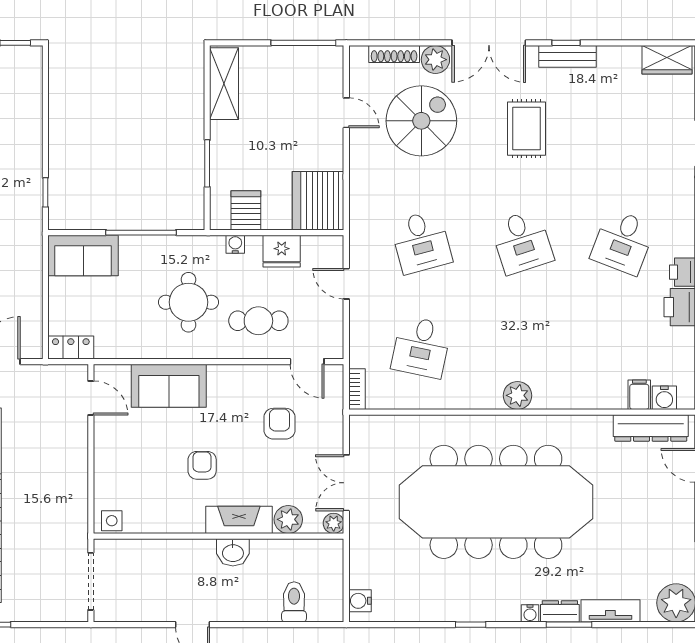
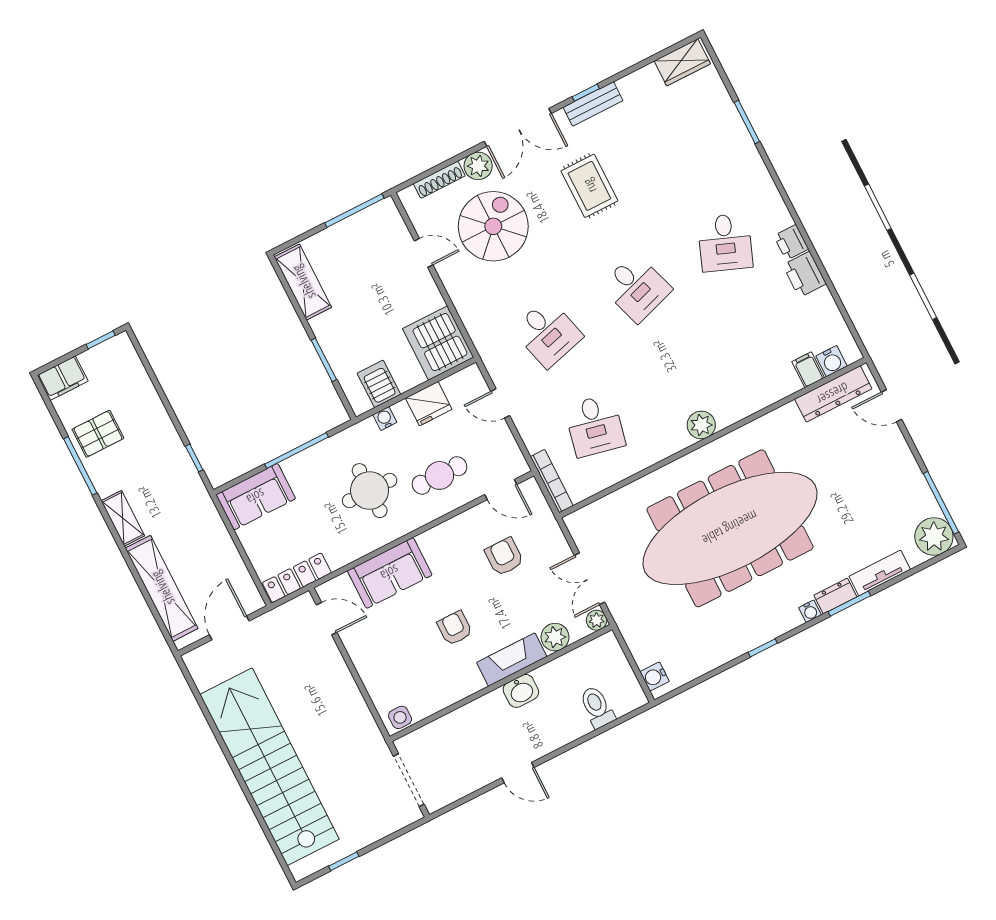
locker: (71, 347) -> (297, 578), width x1.53
bookcase: (357, 389) -> (552, 481), width x1.56

